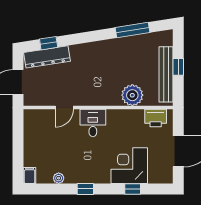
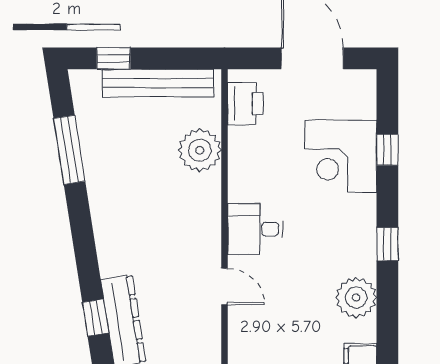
window: (178, 67) -> (114, 58), moved
plant: (59, 178) -> (356, 298), width x1.87, depth x1.87

